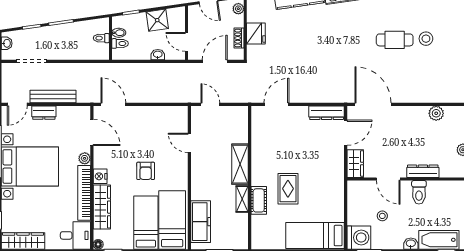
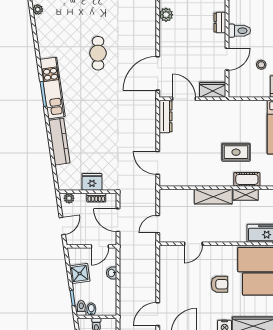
stool: (426, 39) -> (97, 24), removed
toilet: (120, 43) -> (81, 308), moved
dresser: (423, 171) -> (220, 23), width x0.70

